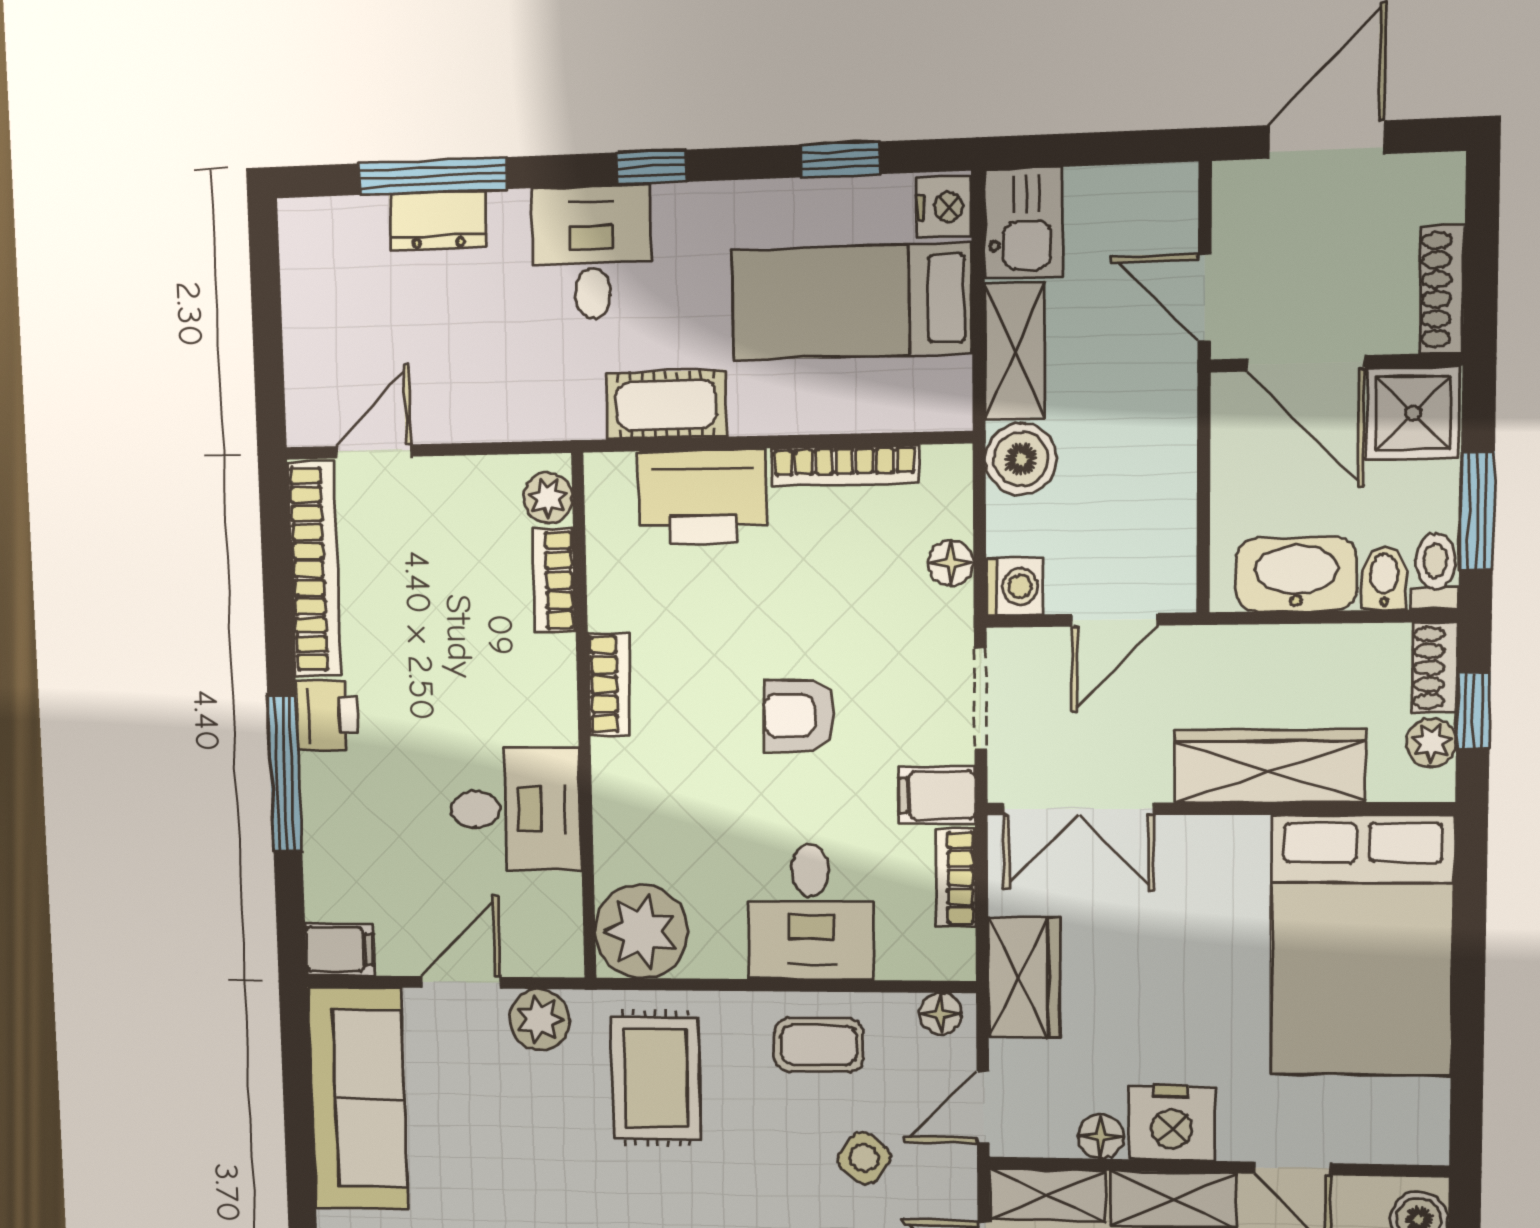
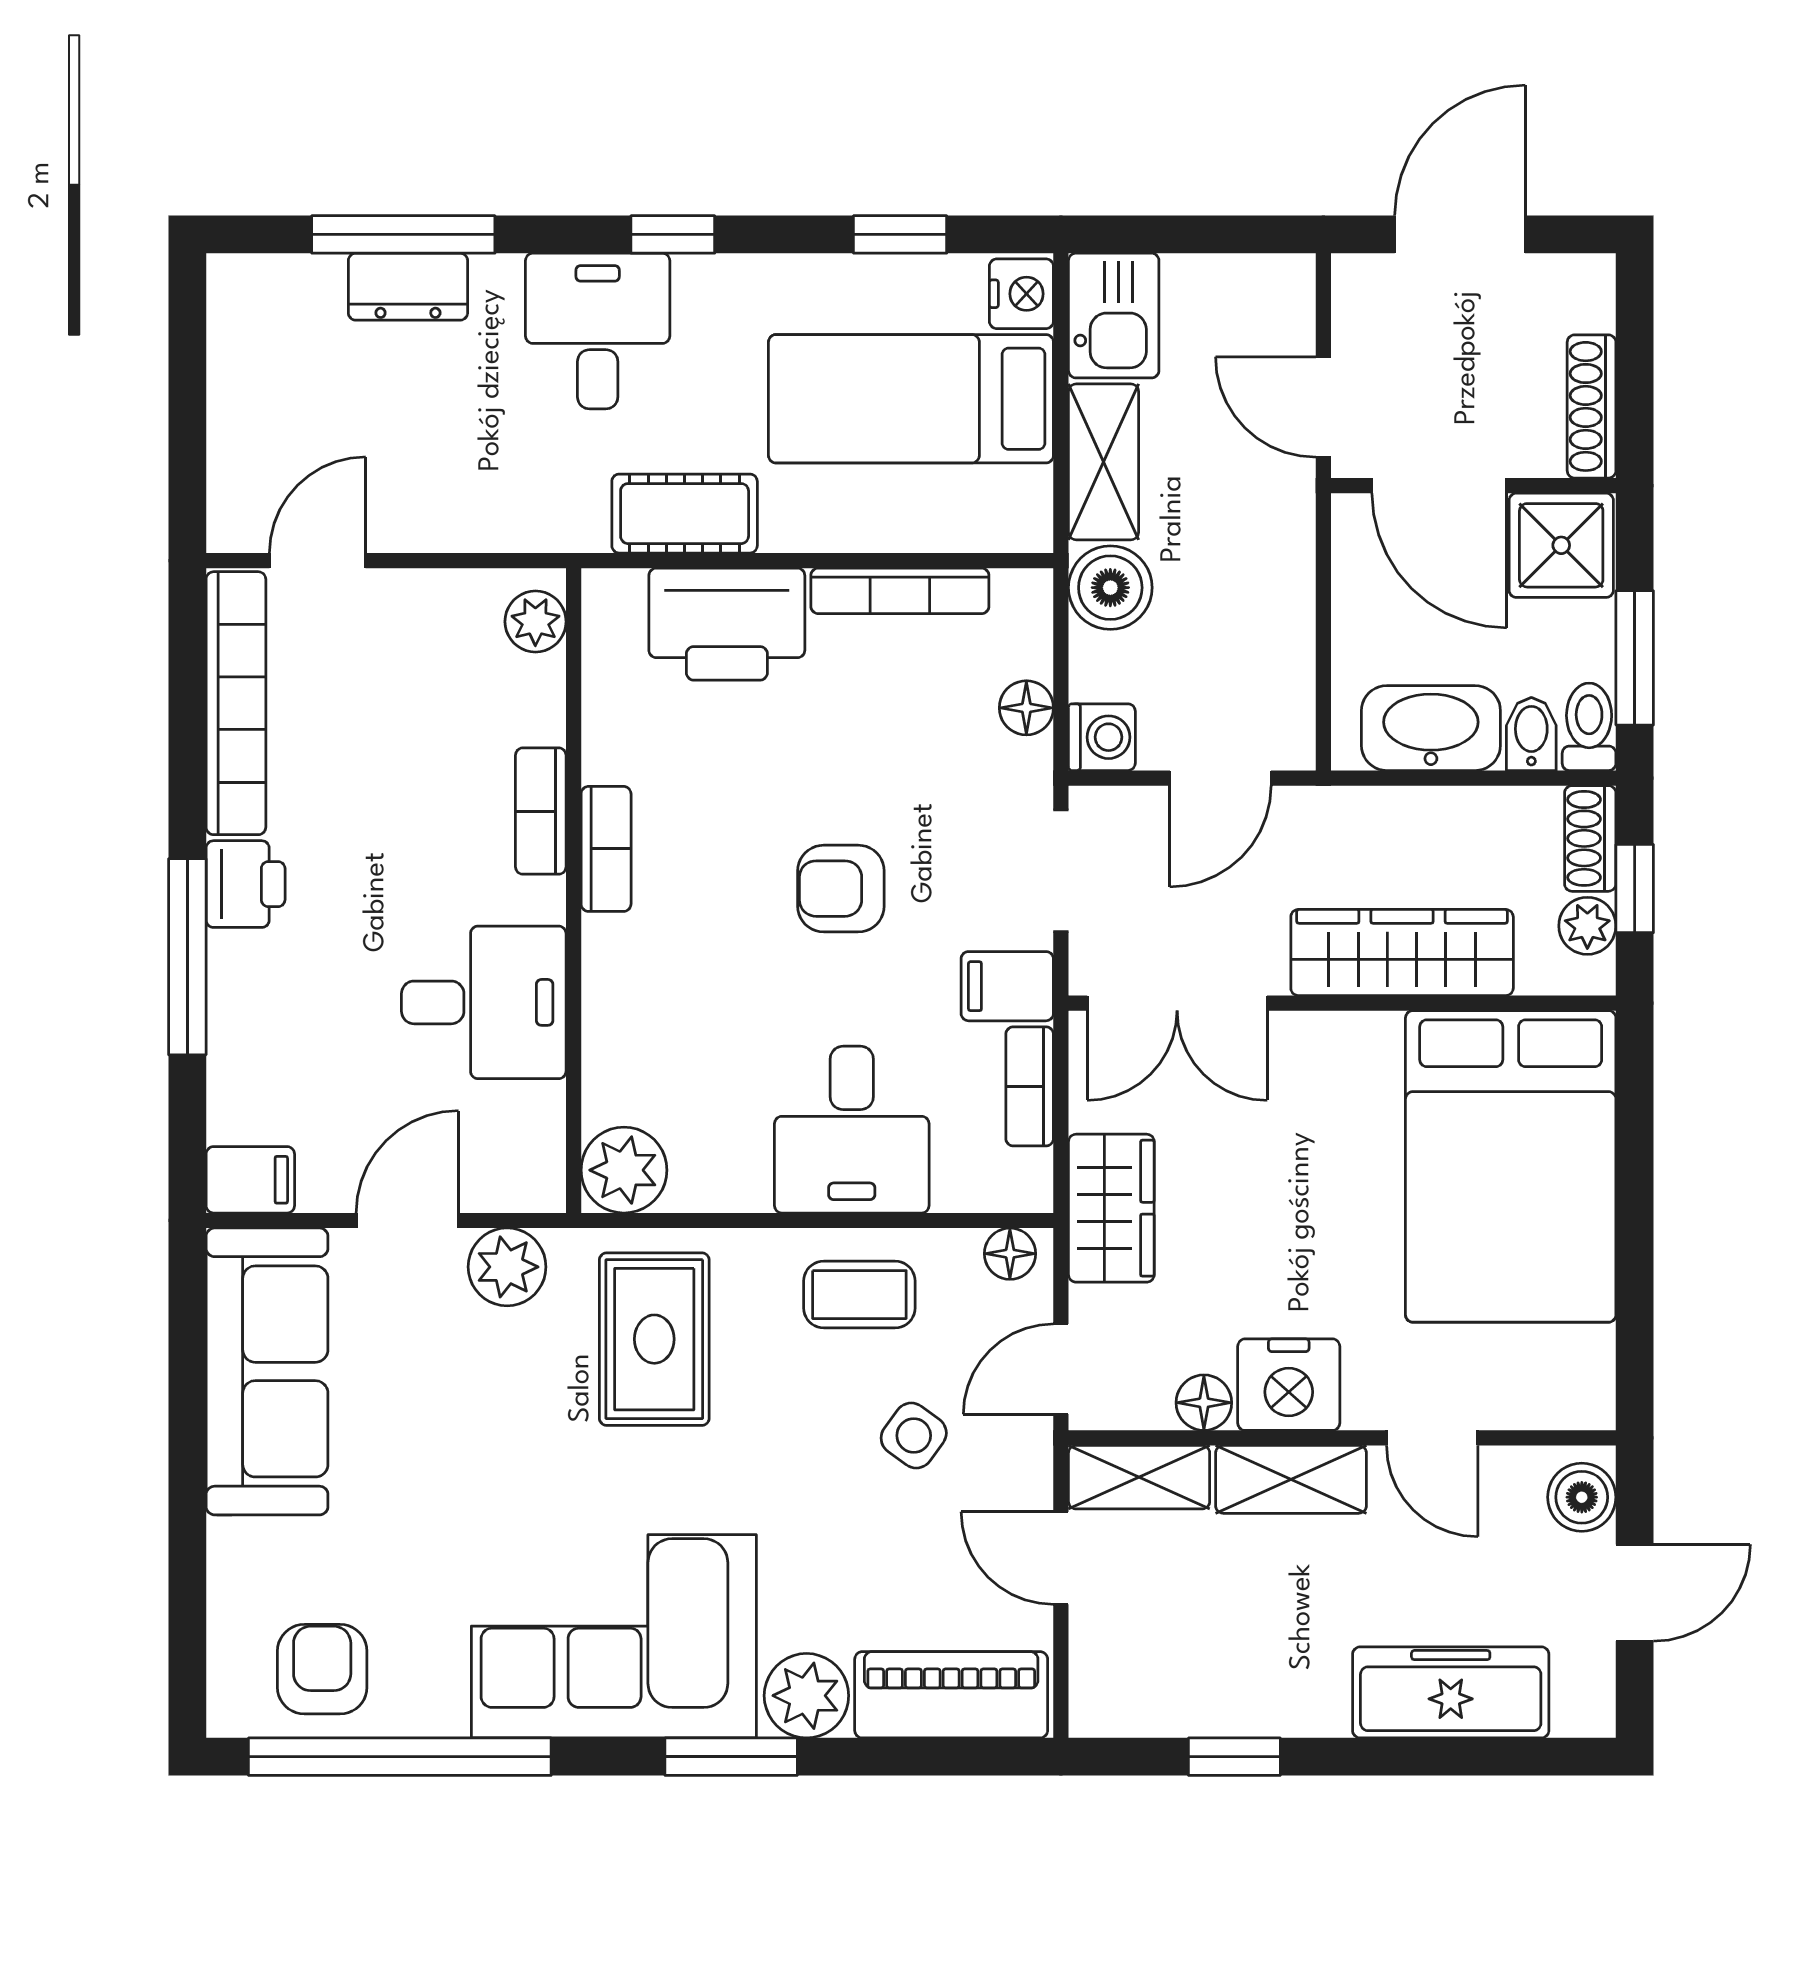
bookcase: (554, 580) -> (541, 811), moved
plant: (641, 931) -> (624, 1170), width x0.73, depth x0.73

